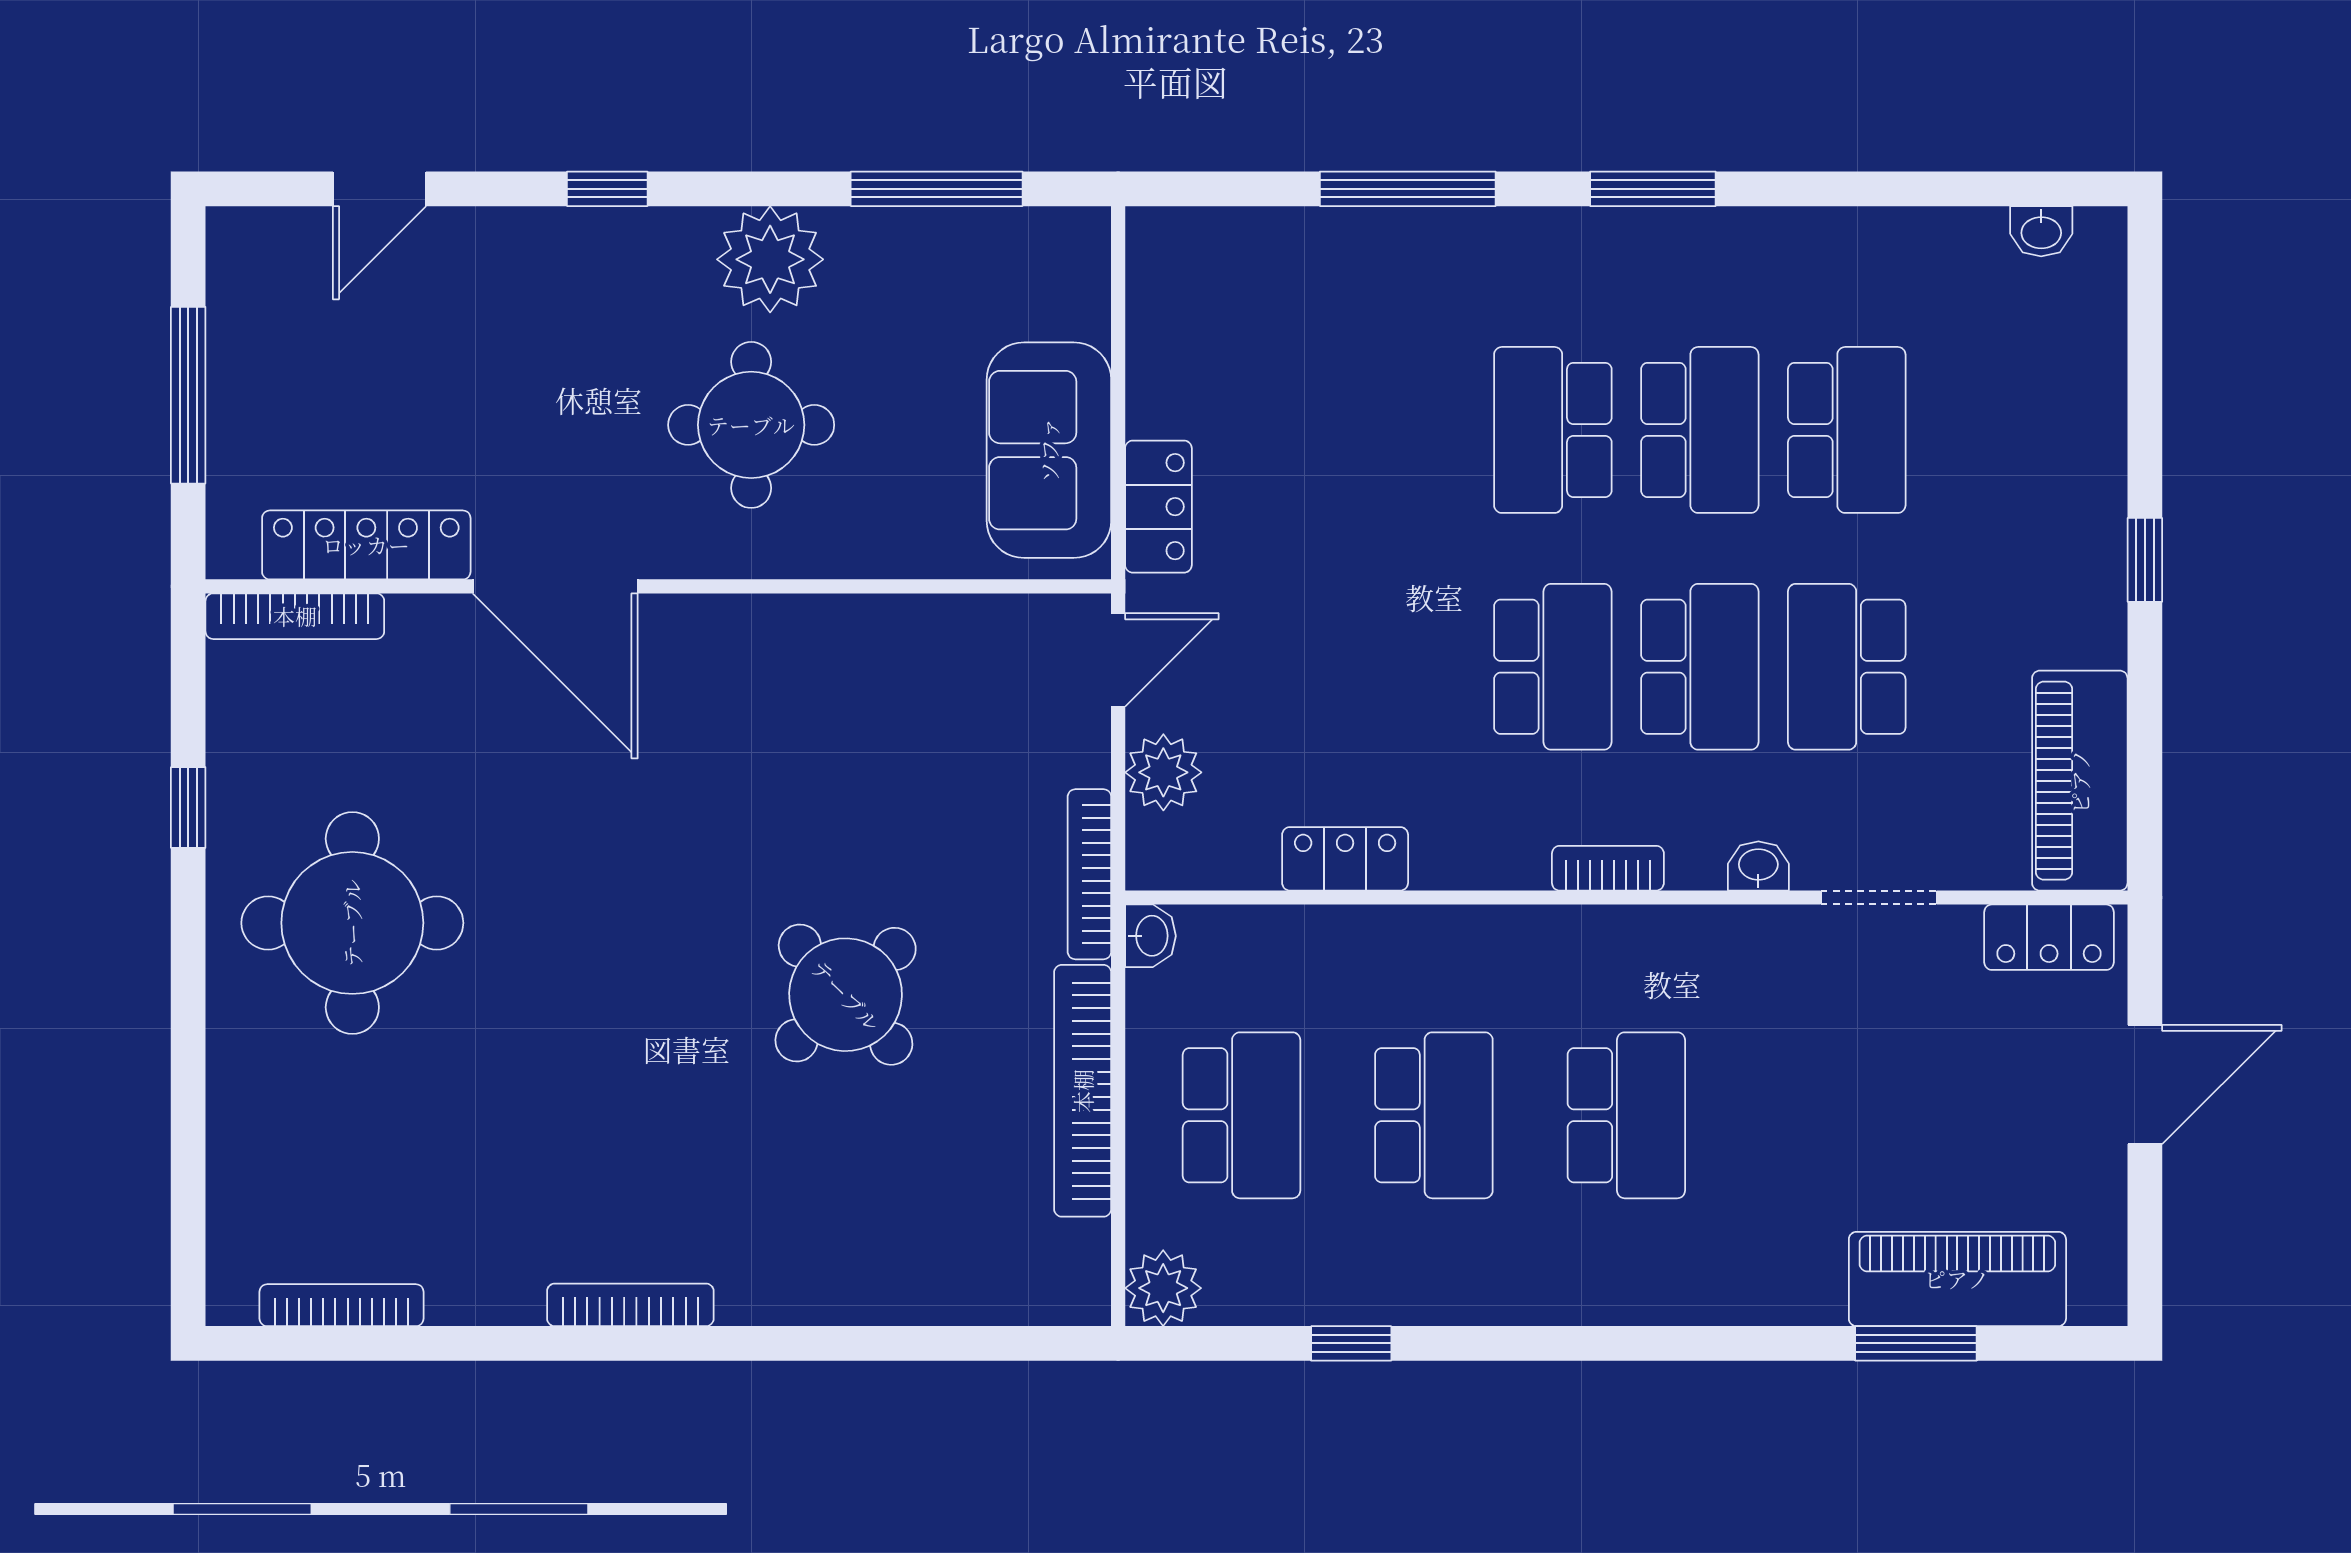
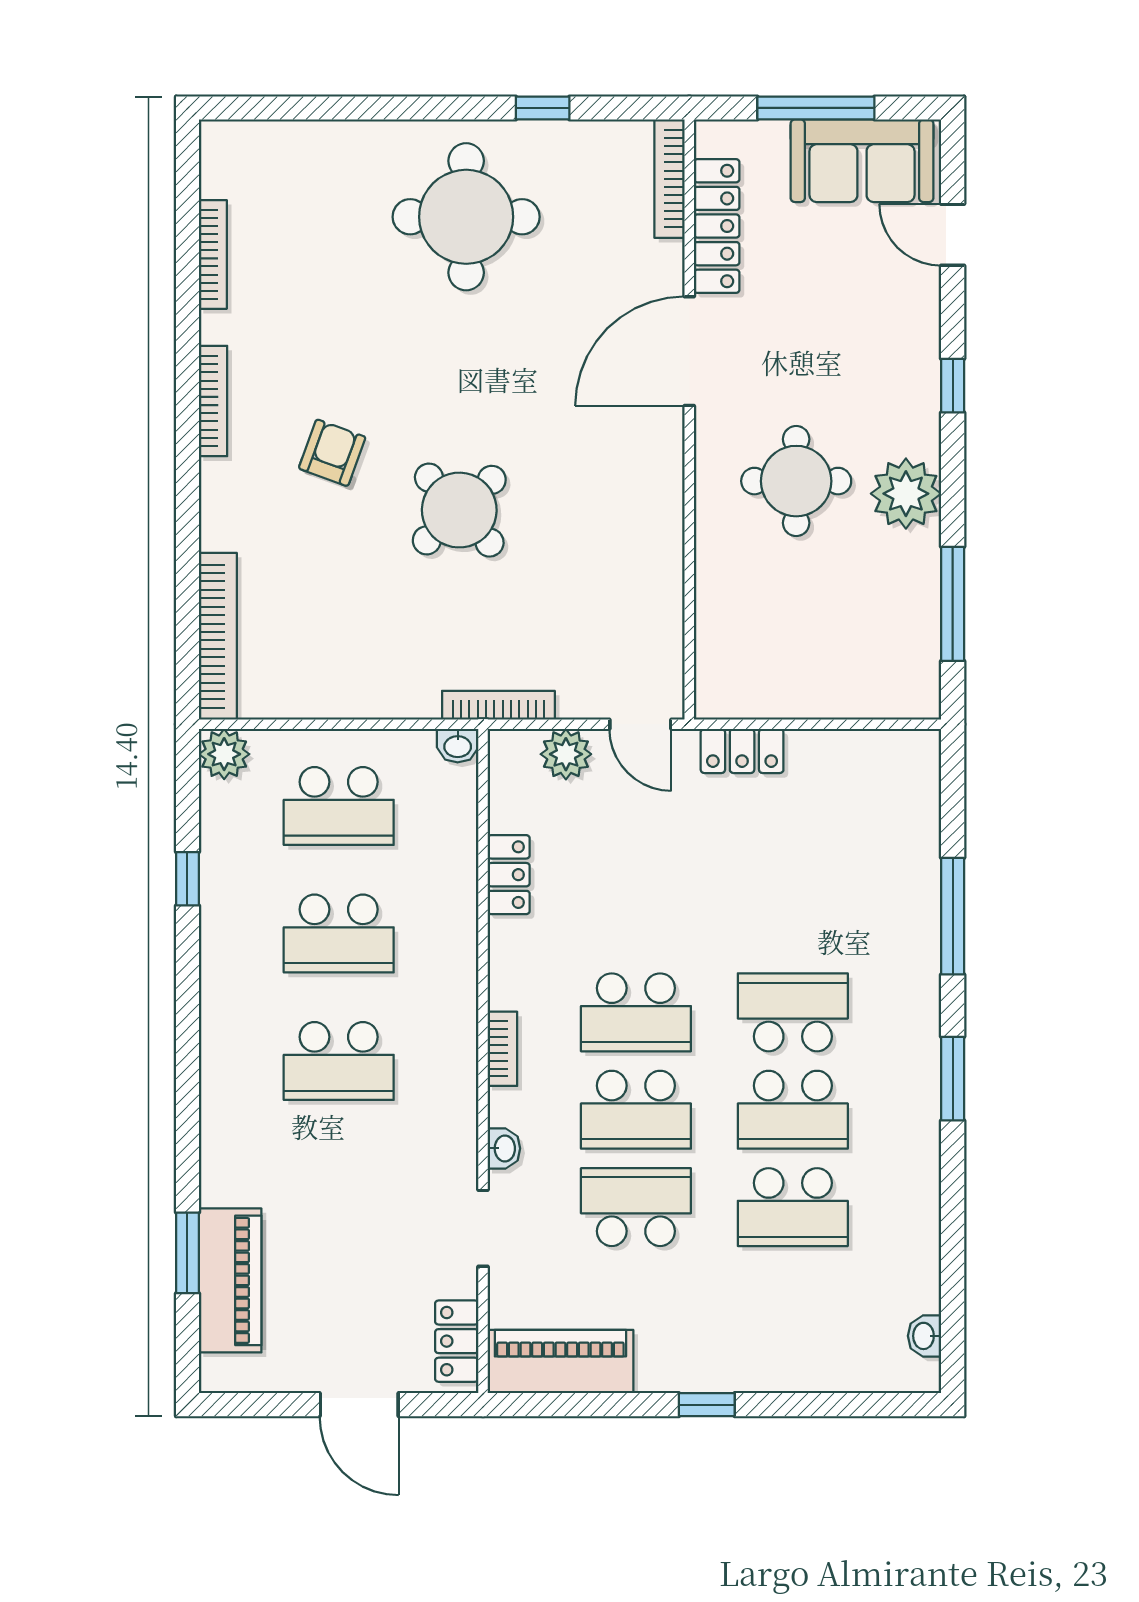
sofa: (1049, 450) -> (862, 161), moved, turned 180
round table: (846, 995) -> (459, 510), moved
bookcase: (1083, 1091) -> (218, 636), moved, turned 90
armchair: (708, 1125) -> (332, 453), added
bookcase: (342, 1305) -> (213, 254), moved

